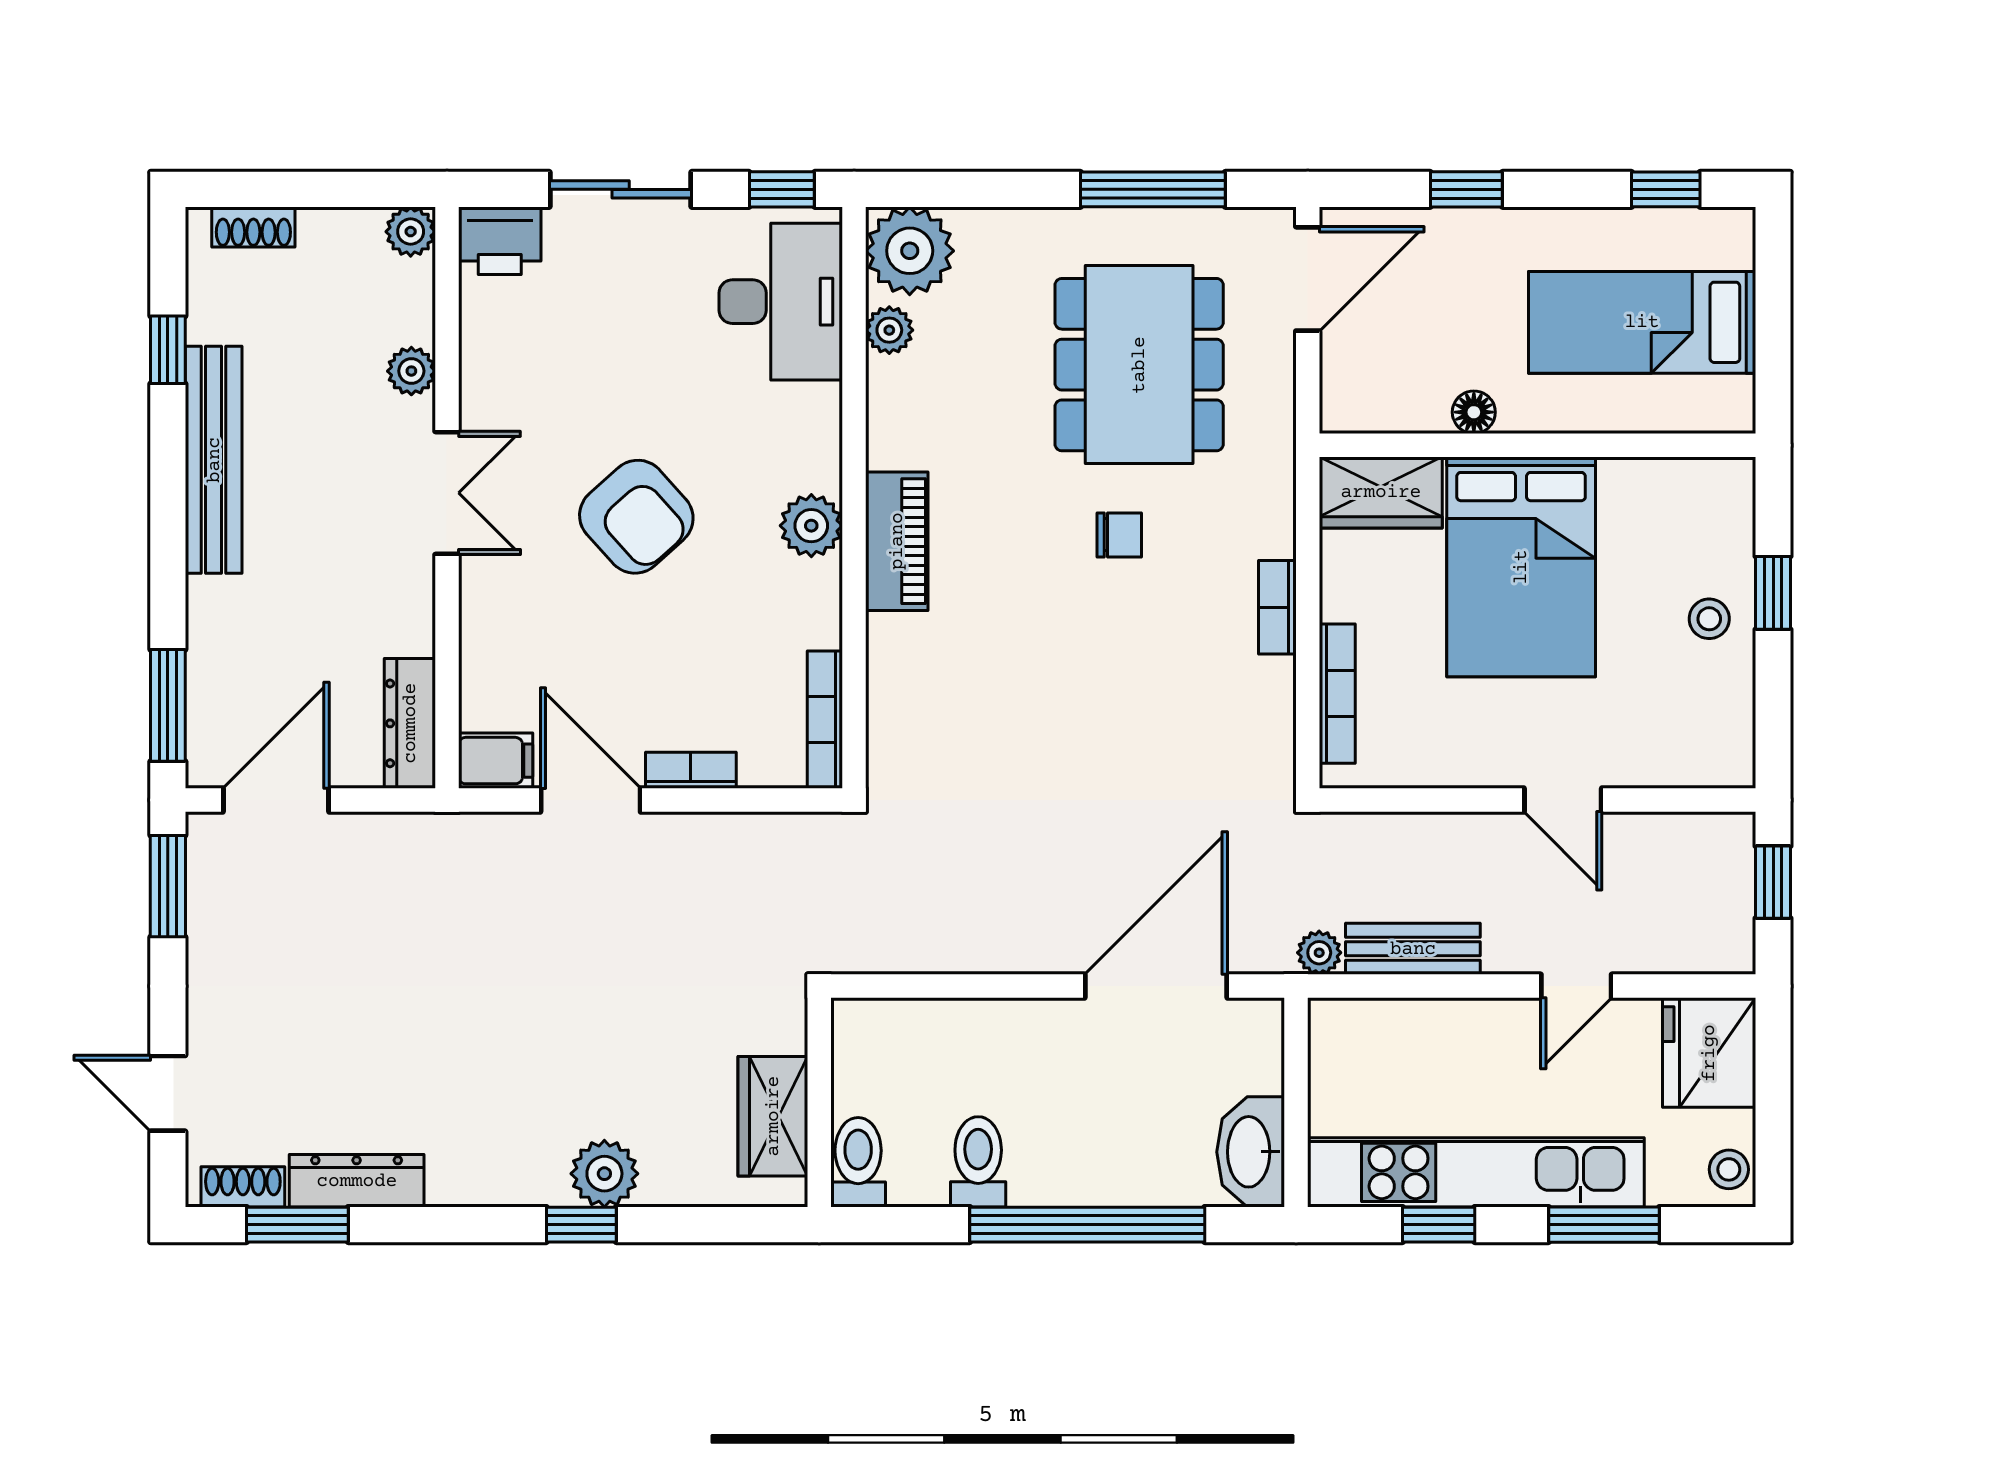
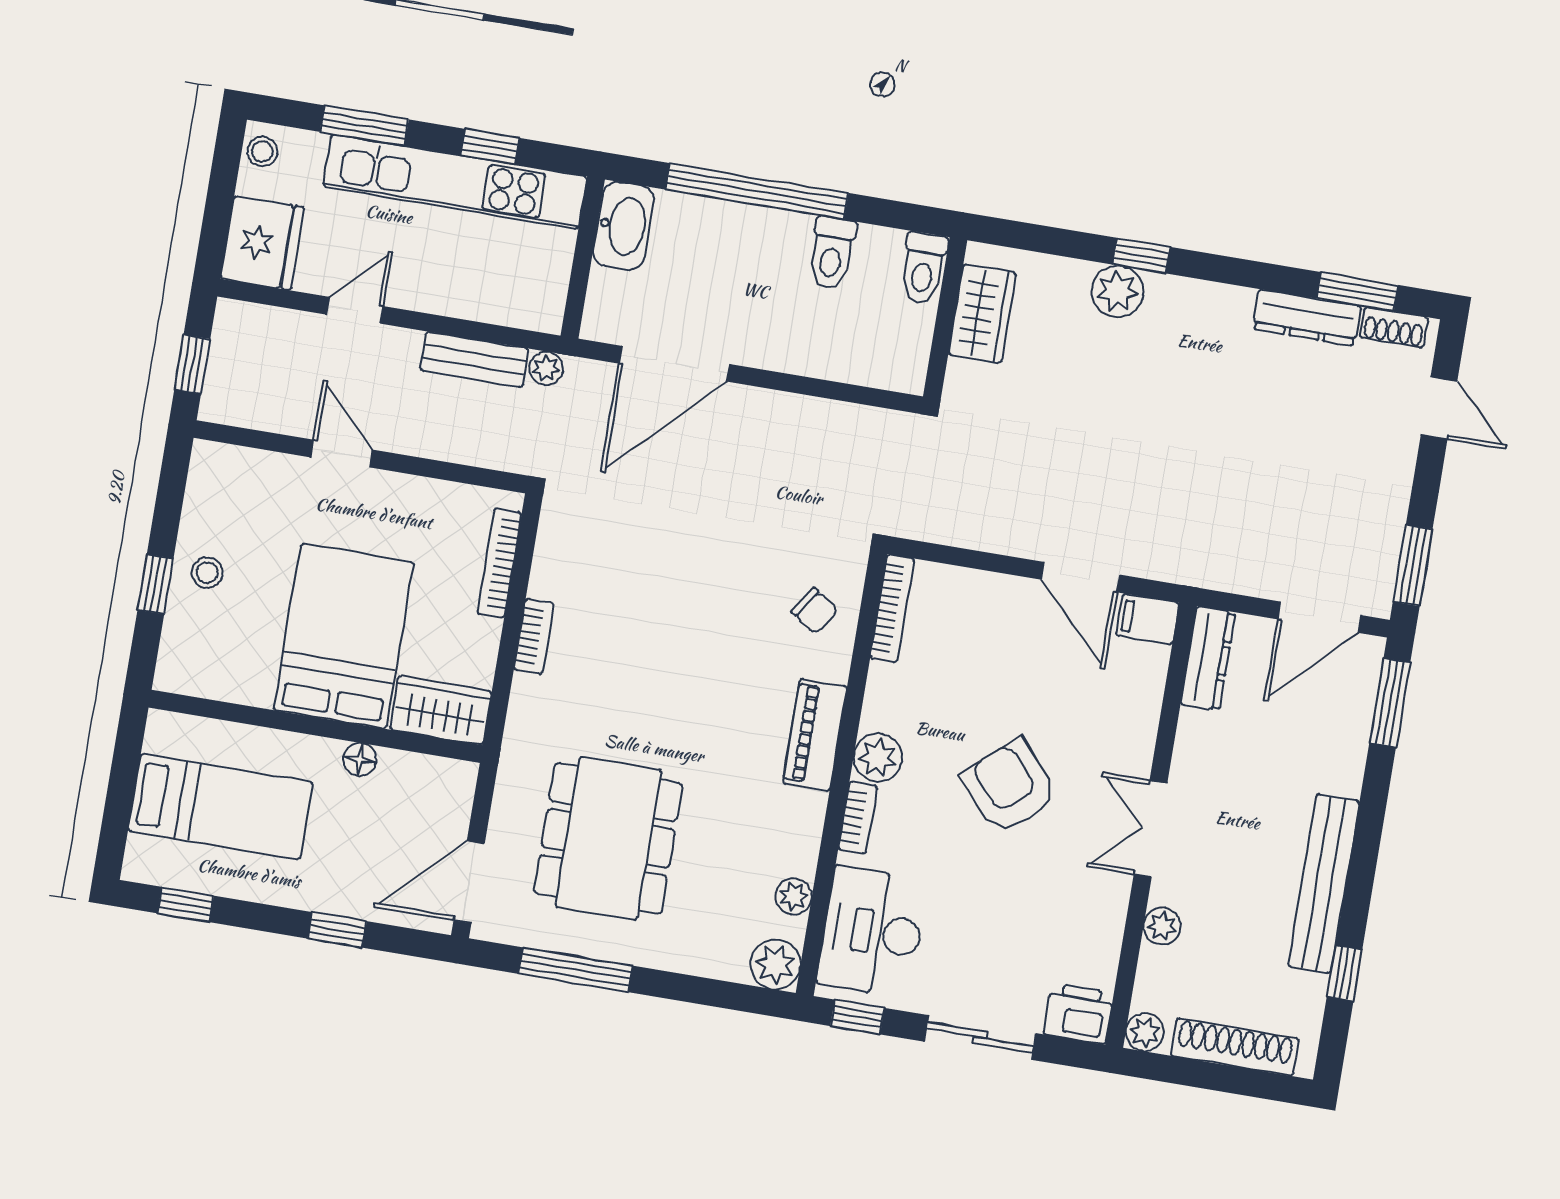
shoe rack: (253, 227) -> (1235, 1047), width x1.94, depth x1.24
plant: (910, 251) -> (775, 964), width x0.73, depth x0.73
chair: (1119, 535) -> (815, 611), moved, turned -146
bookcase: (691, 770) -> (858, 818), moved, turned -90

